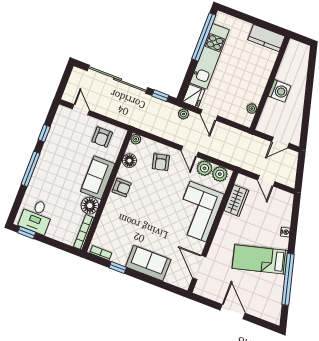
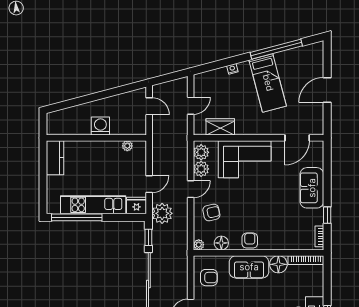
plant: (184, 114) -> (162, 213), width x1.88, depth x1.88

